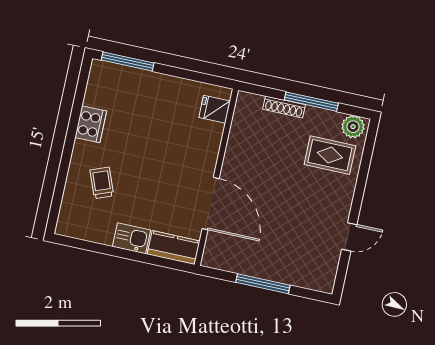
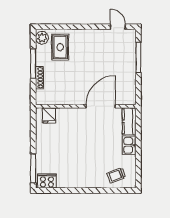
cooker: (91, 124) -> (47, 181), moved
trolley: (102, 183) -> (116, 175), moved
door: (349, 237) -> (118, 27), moved
window: (263, 284) -> (138, 57), moved

